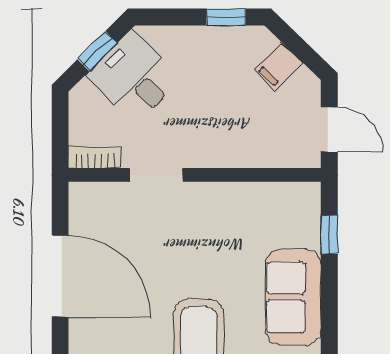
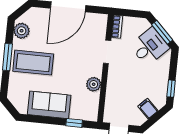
window: (97, 51) -> (162, 32), width x1.50
plant: (235, 199) -> (94, 84), added

